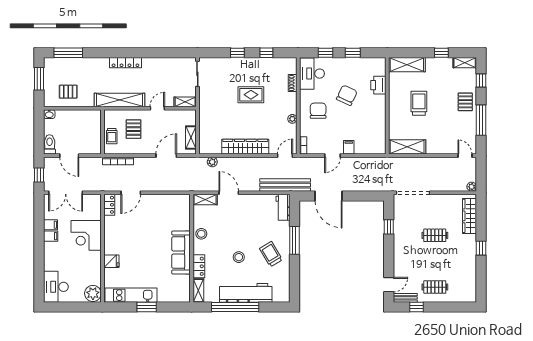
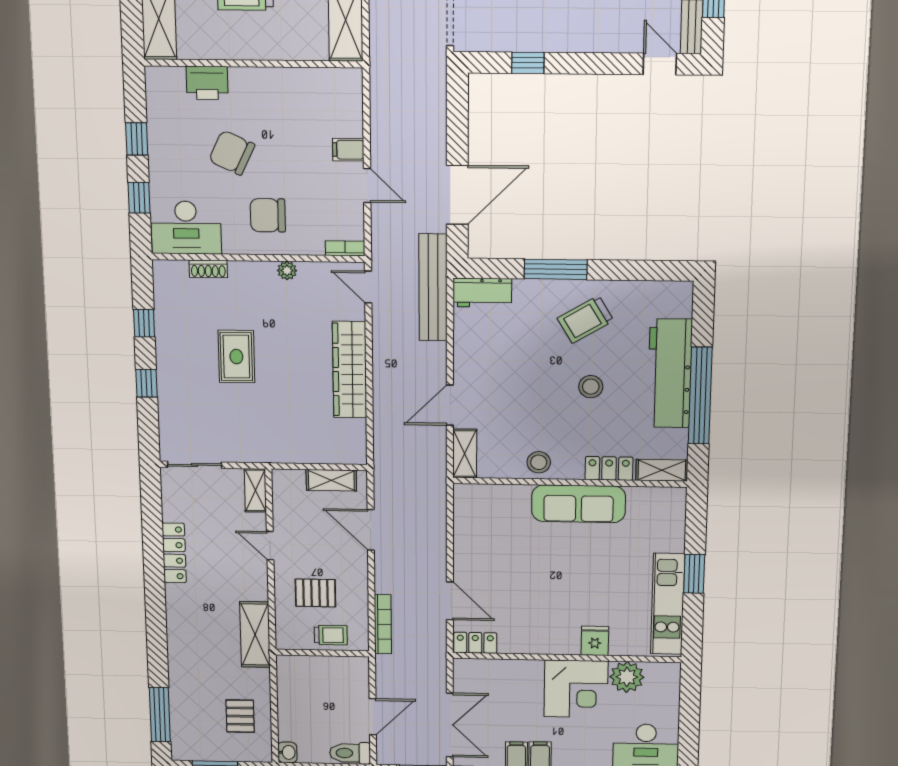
locker: (125, 63) -> (174, 553), moved
shelving: (119, 100) -> (255, 635), width x0.68
plant: (212, 162) -> (383, 438), removed
corner desk: (86, 235) -> (576, 689), moved
plant: (93, 293) -> (627, 677), moved

